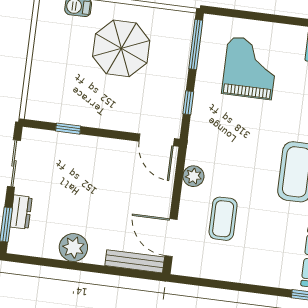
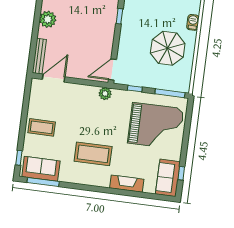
grand piano: (250, 68) -> (156, 126), width x1.37, depth x1.48
plant: (193, 176) -> (105, 94), moved
coffee table: (223, 219) -> (42, 127), moved

